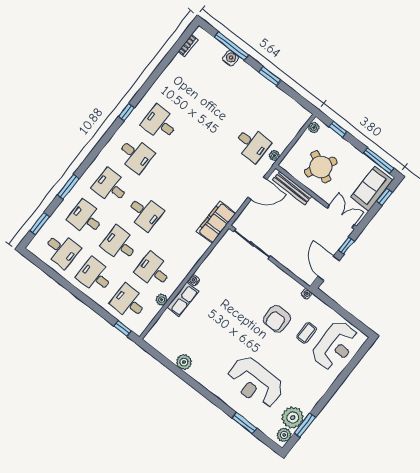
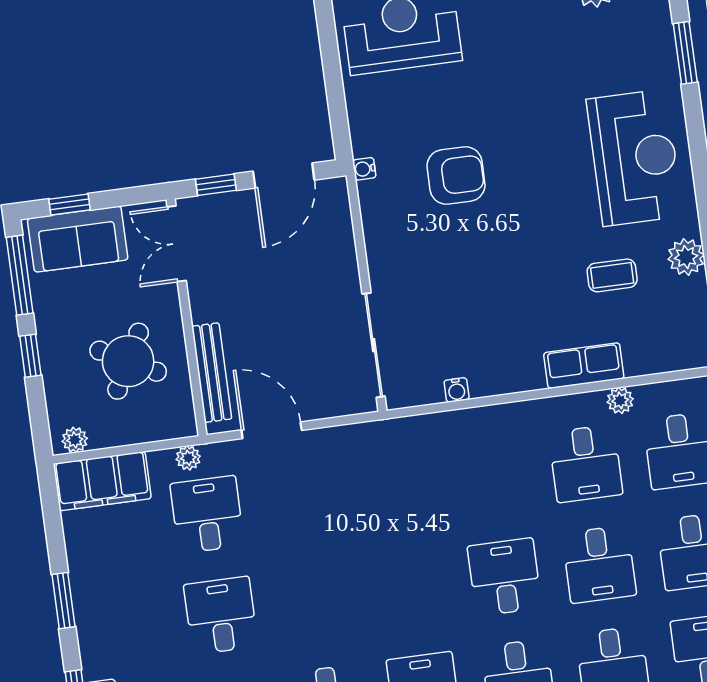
desk: (218, 118) -> (221, 615), added
window: (338, 129) -> (30, 356), moved
filing cabinet: (216, 222) -> (102, 481), moved
water cooler: (194, 280) -> (457, 390), moved
coffee table: (306, 333) -> (612, 275), moved
reception desk: (255, 382) -> (635, 158), moved

